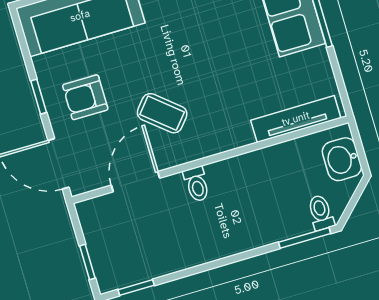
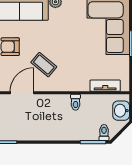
tv unit: (296, 119) -> (105, 86), width x0.71
toilet: (197, 184) -> (76, 102), moved

